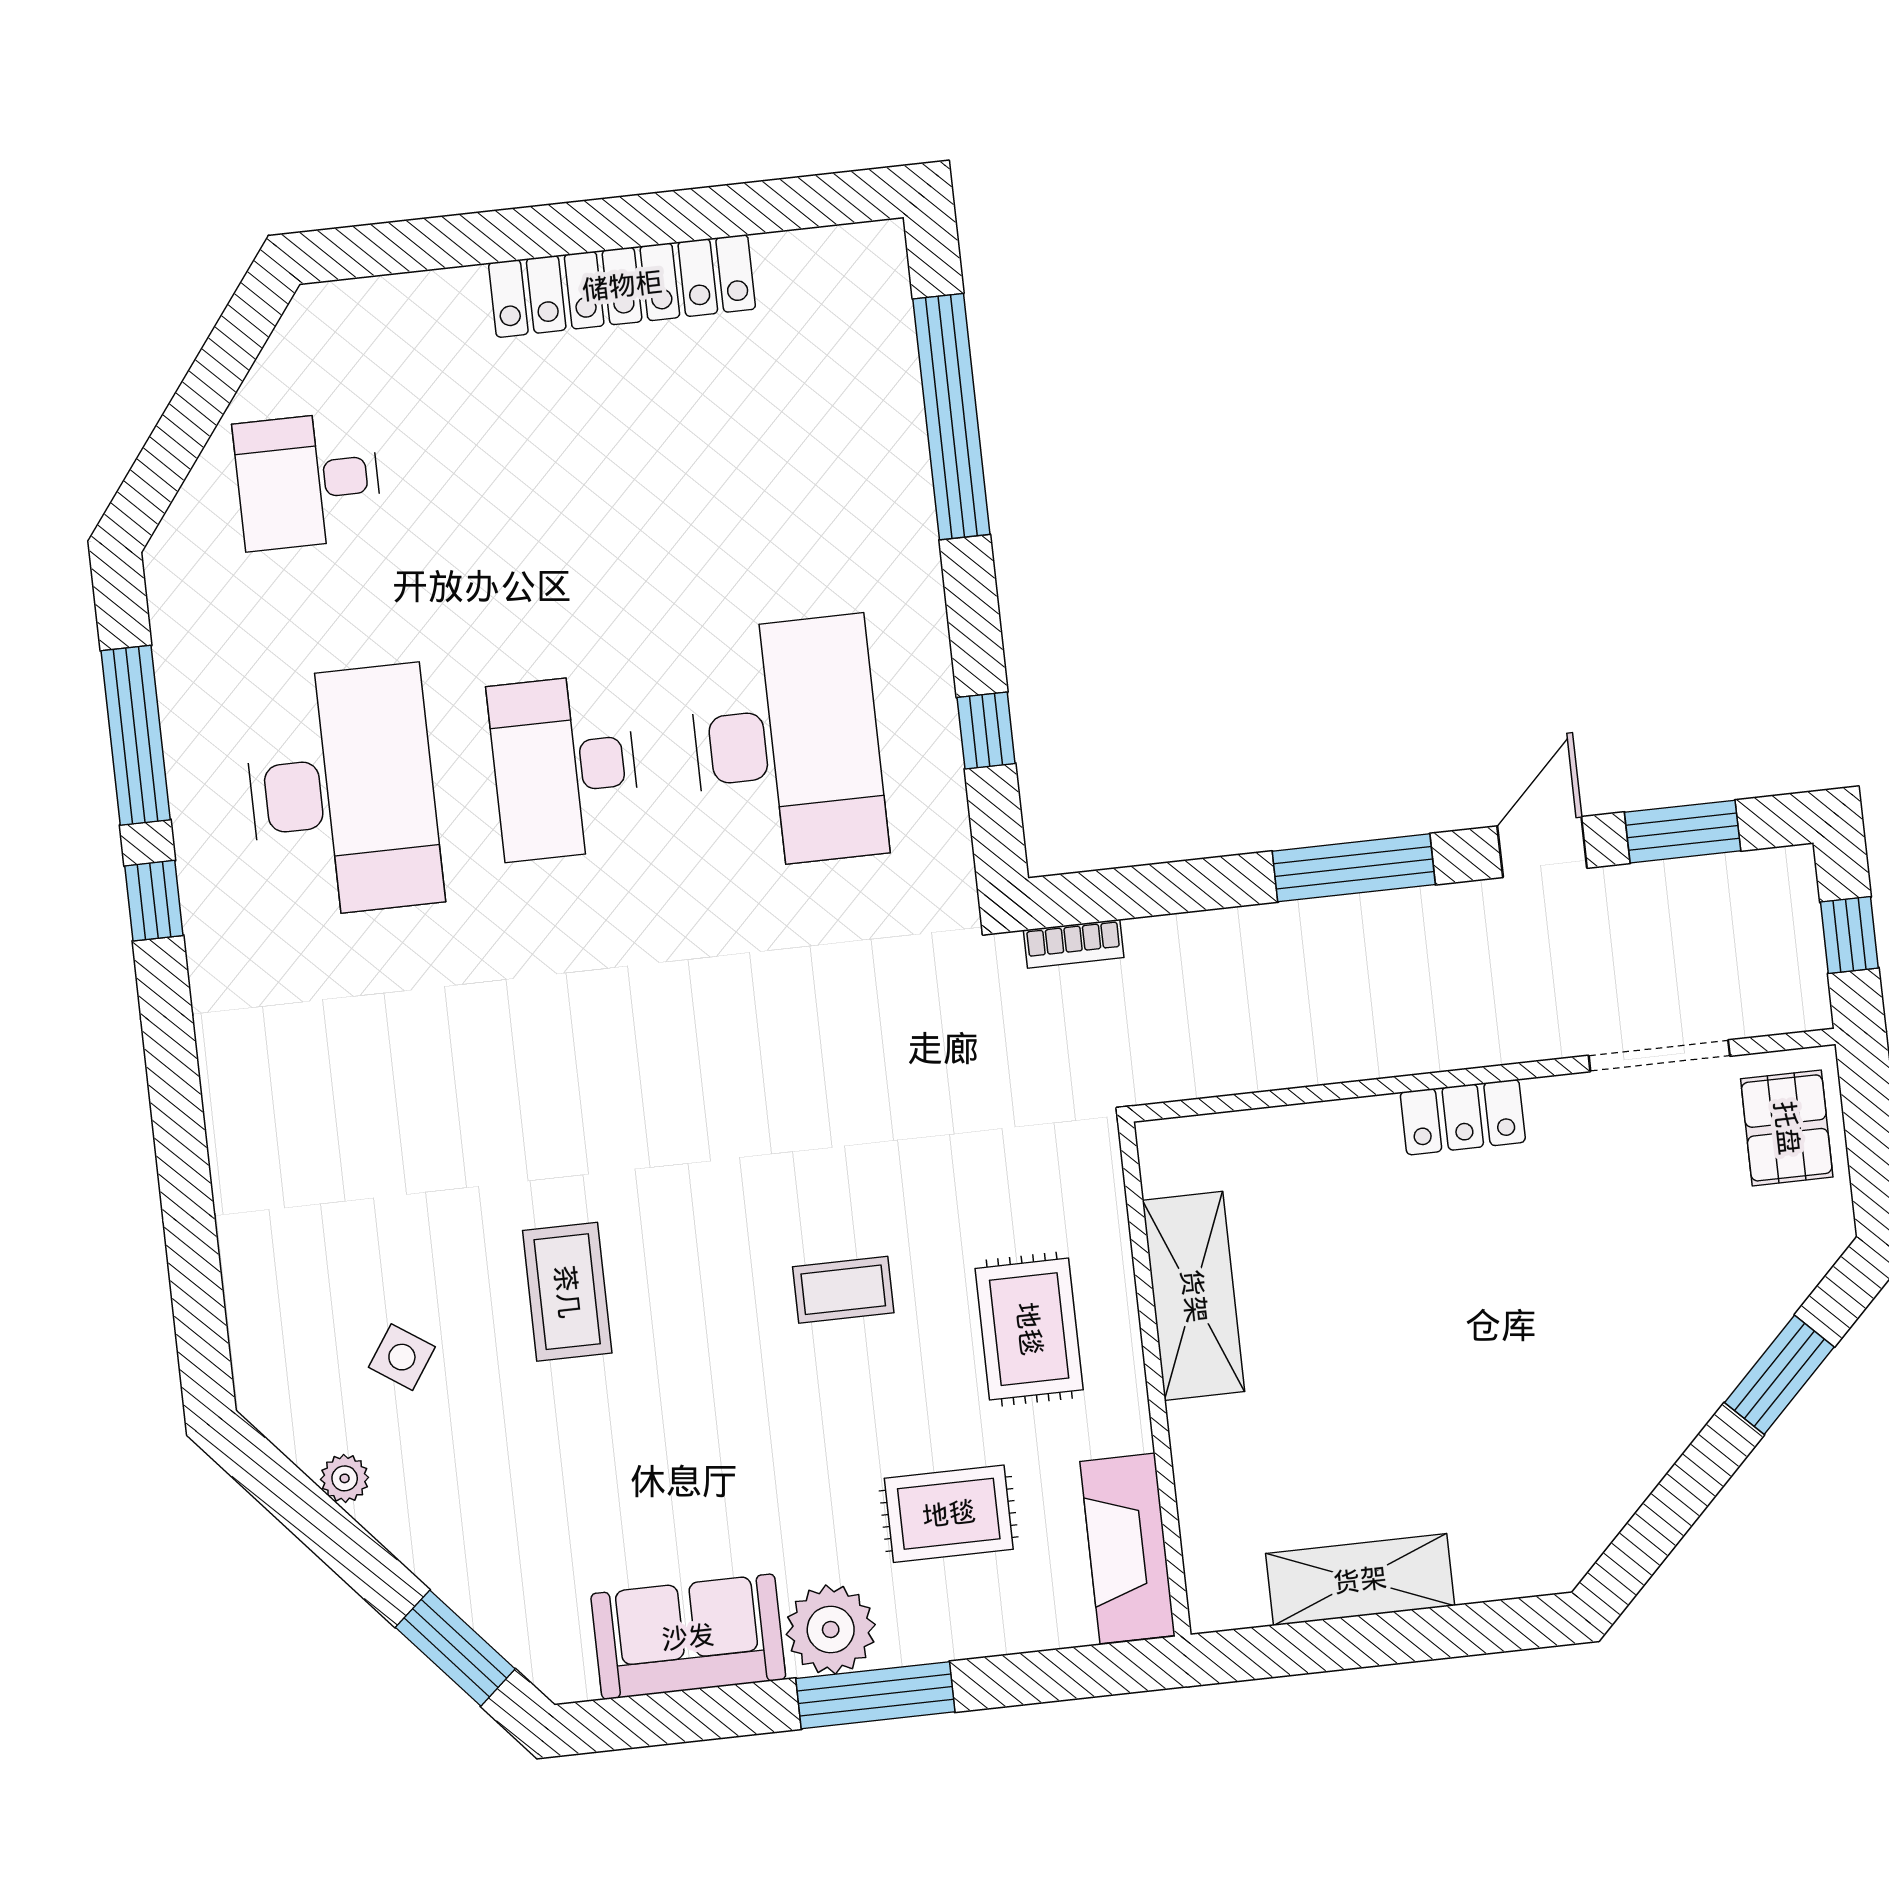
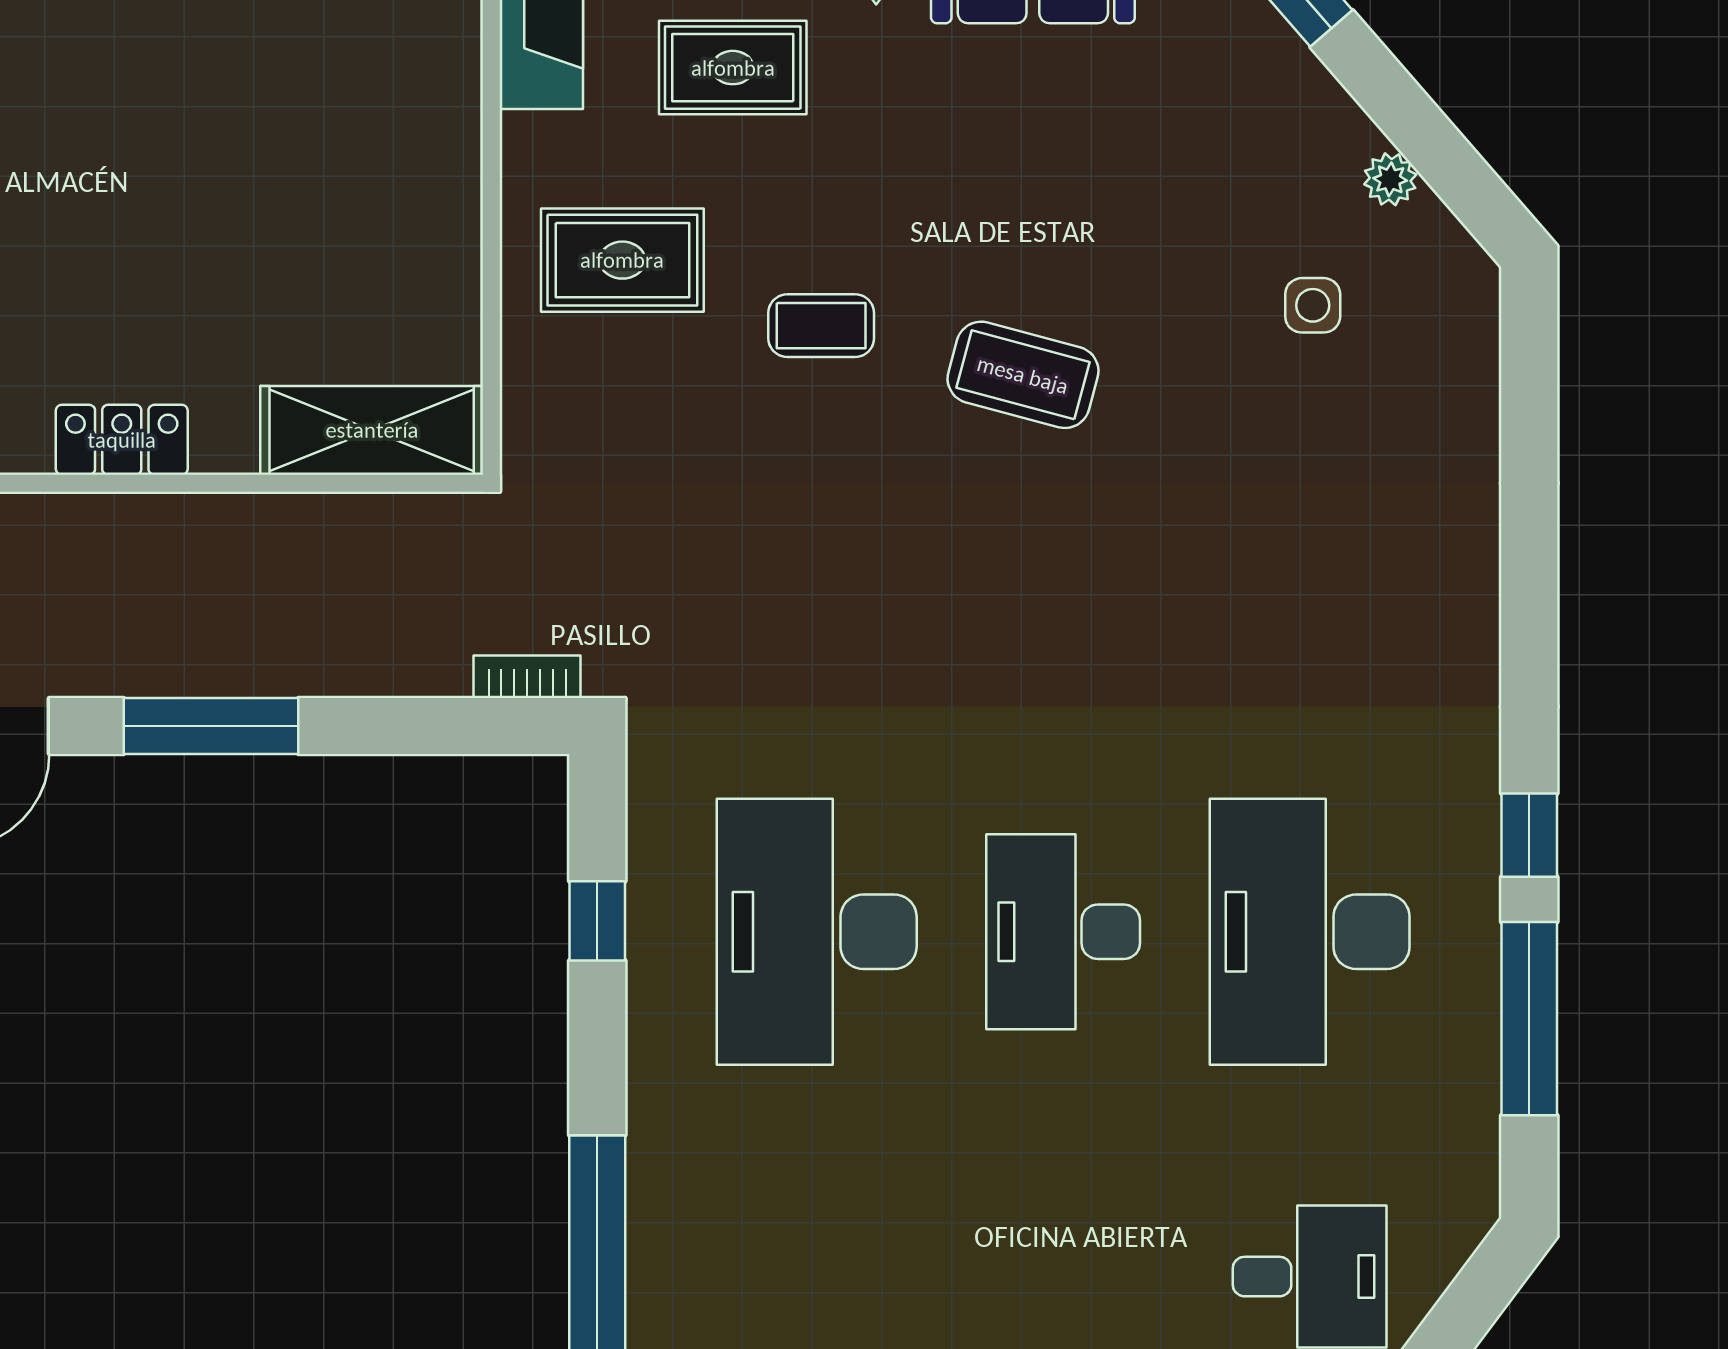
desk: (565, 767) -> (1063, 932), turned 180
coffee table: (567, 1292) -> (1023, 375), moved, turned -75
shelving: (1194, 1296) -> (372, 430), moved, turned 90
rug: (1029, 1329) -> (622, 260), turned 90
side table: (402, 1357) -> (1313, 305), turned -34

